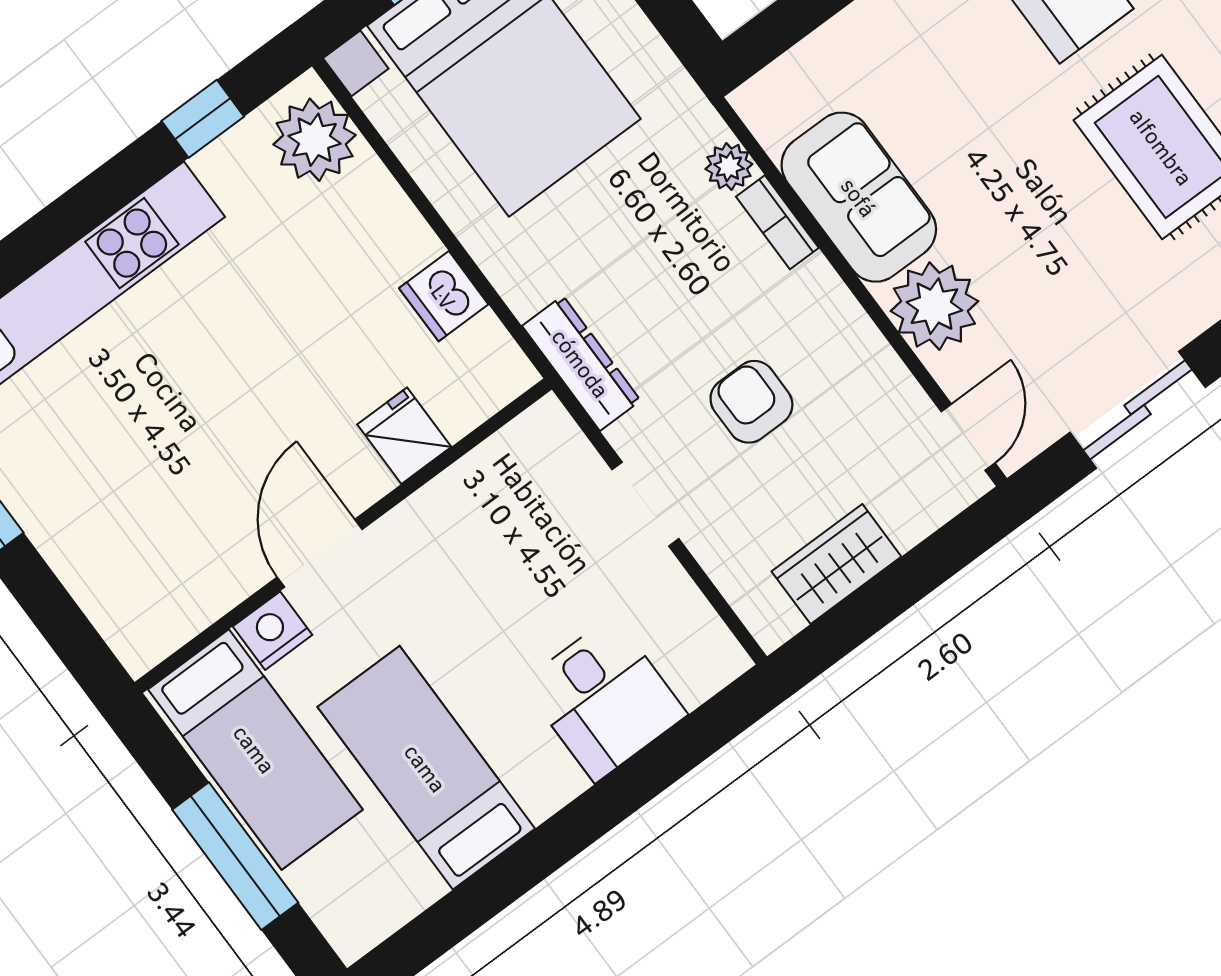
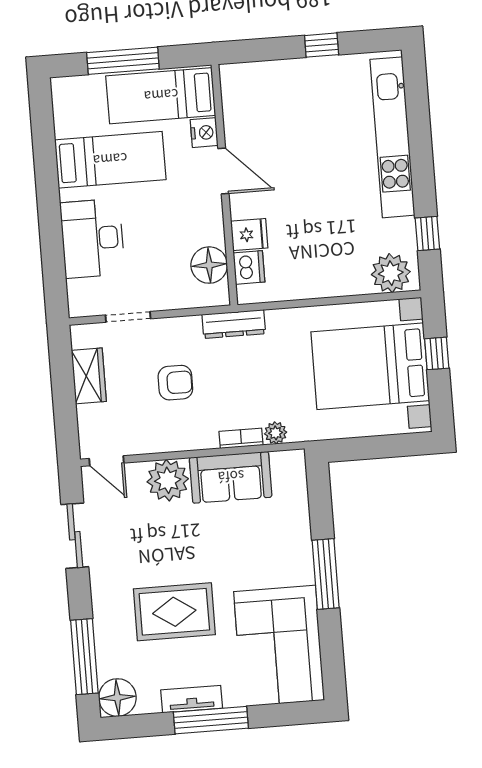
dishwasher: (444, 296) -> (249, 267), moved, turned 90
floor lamp: (504, 473) -> (209, 265), added
doorway: (645, 504) -> (128, 317), moved
desk: (604, 699) -> (92, 238), width x1.37

